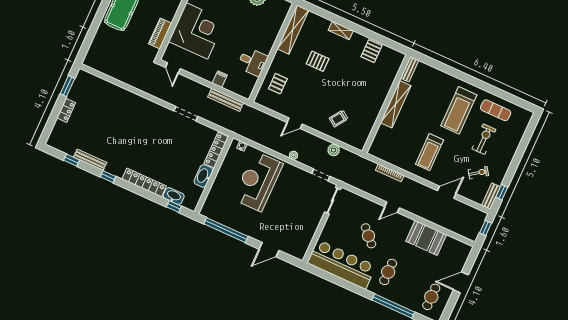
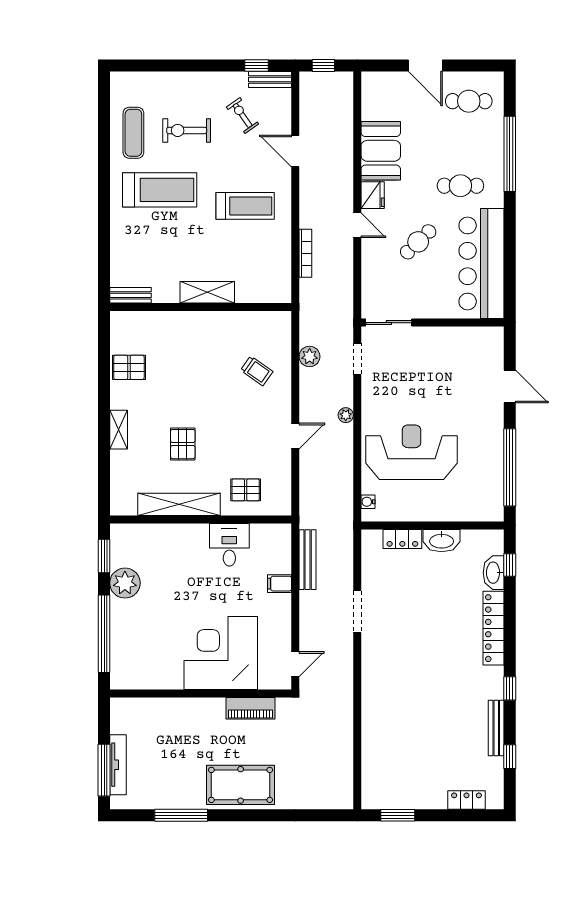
shelving: (293, 30) -> (179, 504), moved
shelving: (396, 104) -> (207, 292), width x0.68
locker: (66, 110) -> (466, 800), moved
door: (295, 123) -> (295, 436), hinge flipped
locker: (216, 150) -> (402, 539), width x0.66
reception desk: (258, 181) -> (411, 452), turned 180
fridge: (404, 223) -> (373, 195), added

